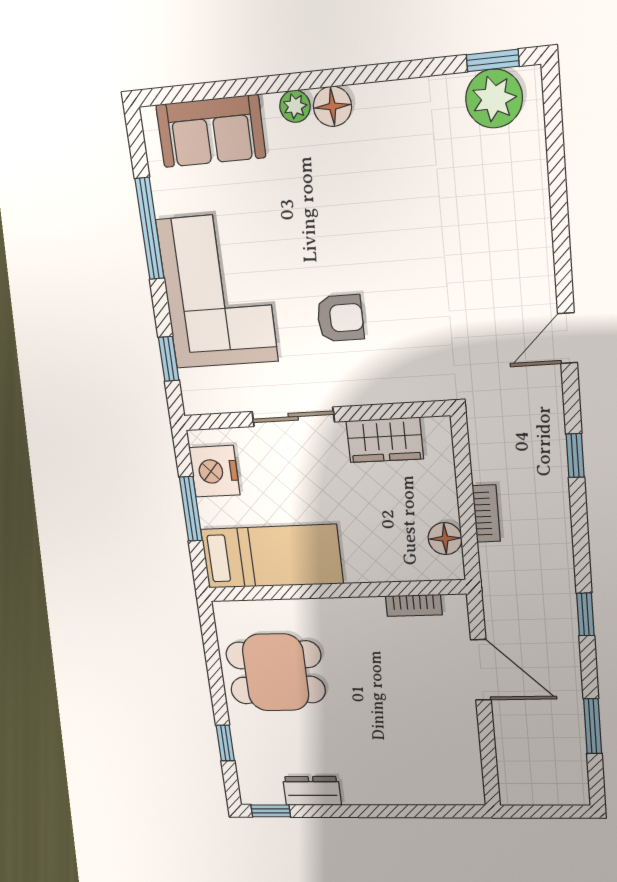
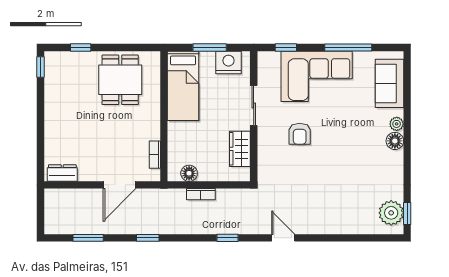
dresser: (312, 791) -> (62, 173), moved, turned -90

